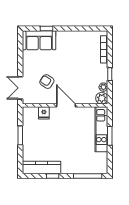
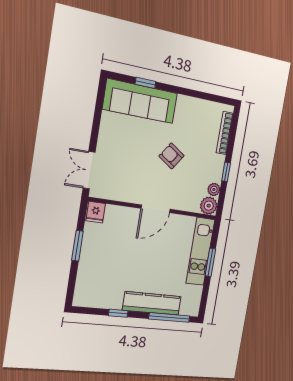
sofa: (39, 40) -> (140, 101), width x1.36
armchair: (47, 82) -> (171, 156), moved
door: (66, 105) -> (156, 209), swing flipped
fridge: (44, 113) -> (96, 212), moved
kitchen counter: (42, 167) -> (152, 303), moved

